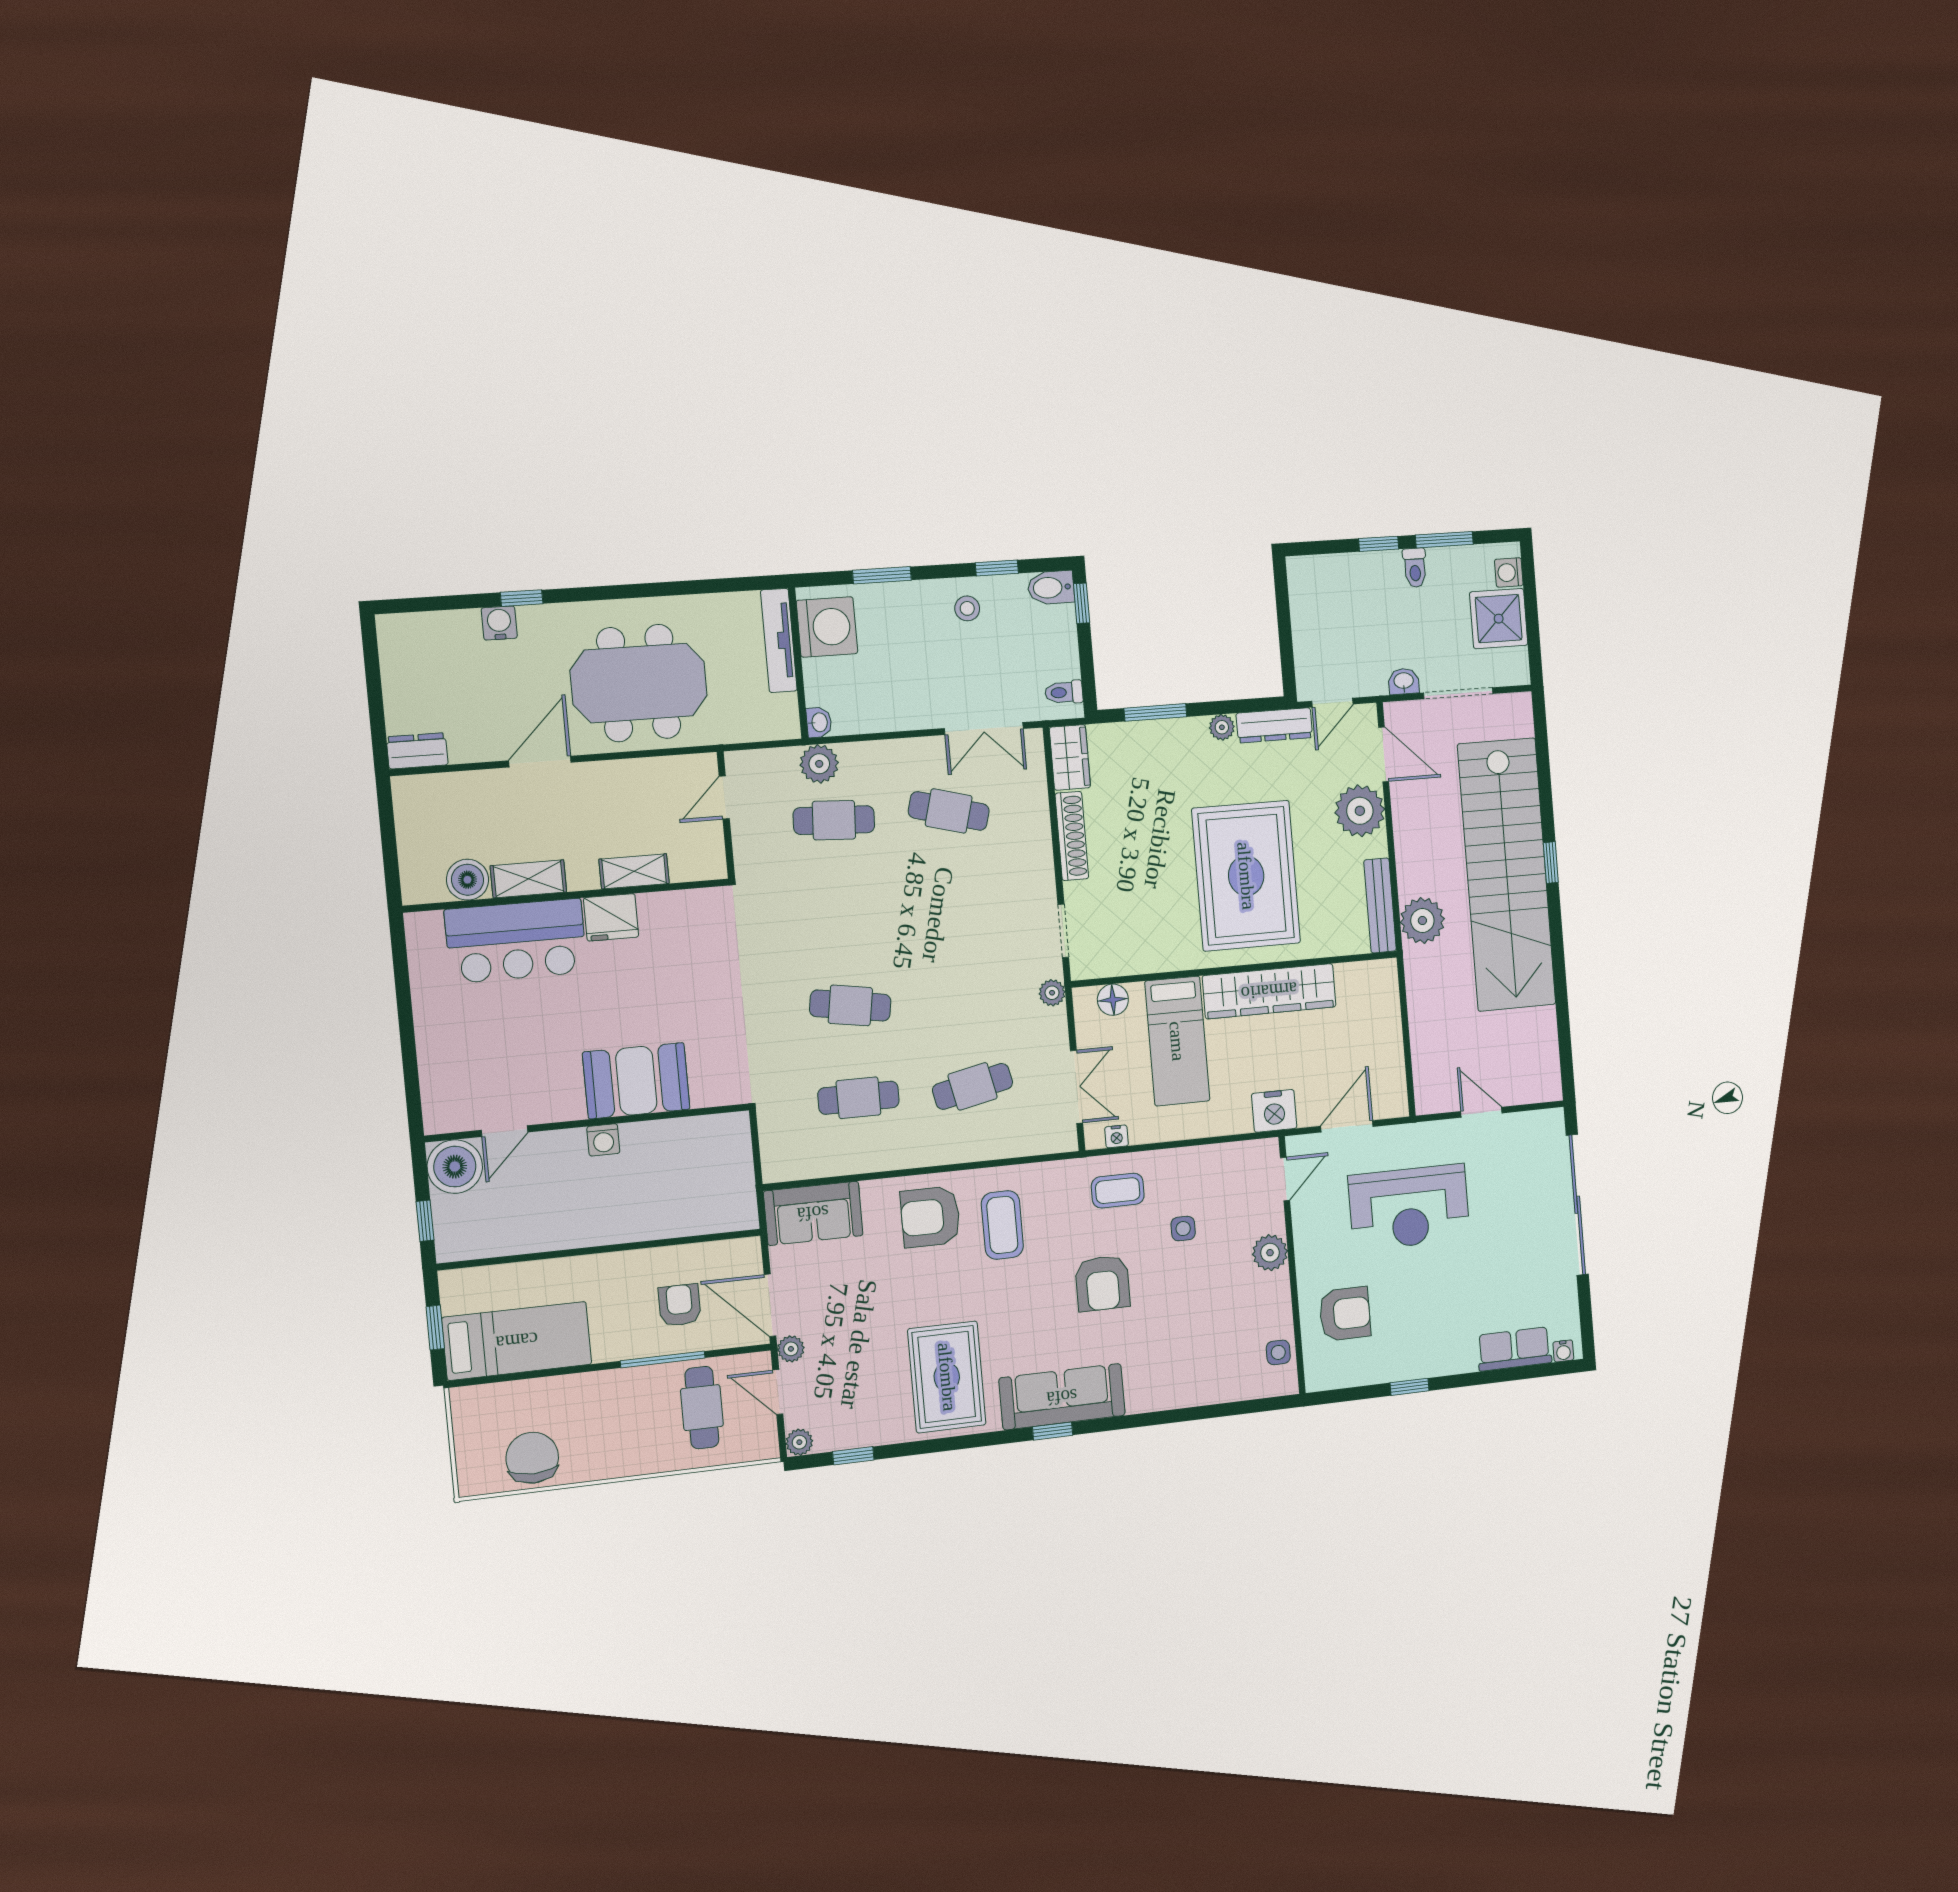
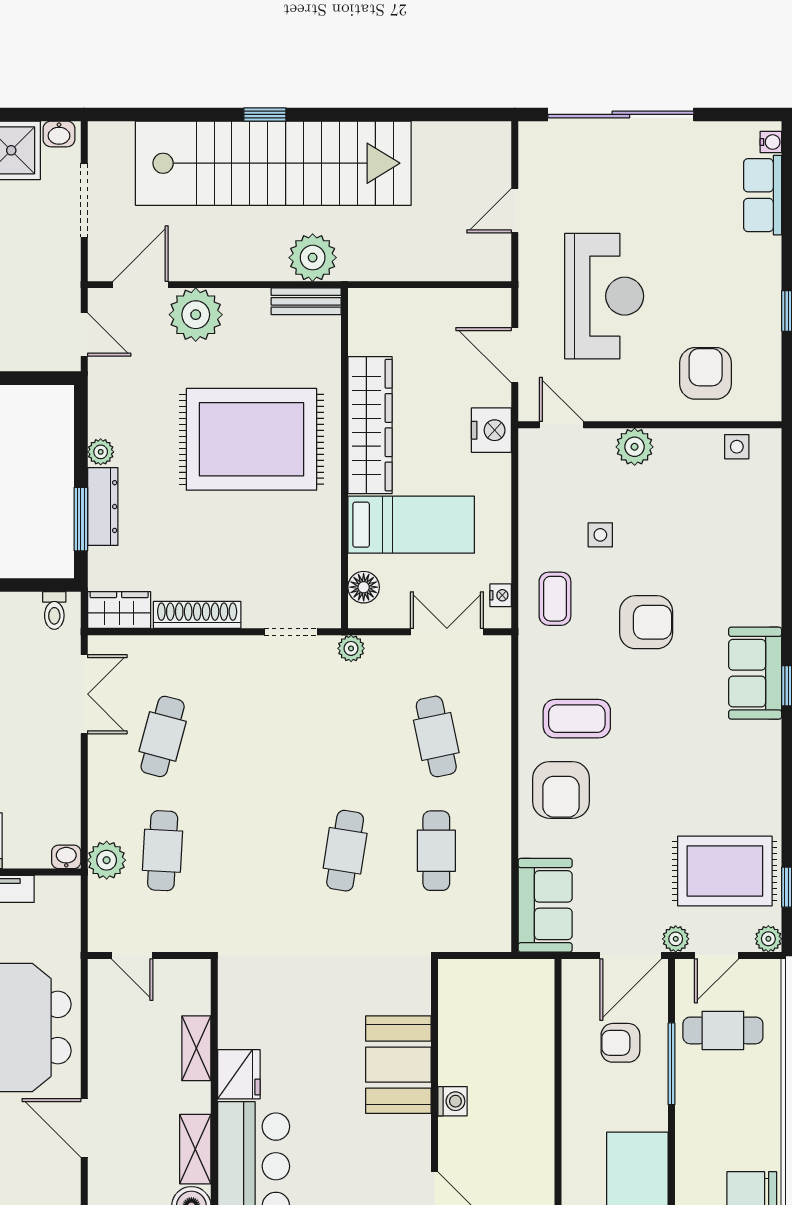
washbasin: (1404, 681) -> (59, 134), moved, turned -90
dresser: (1274, 725) -> (103, 507), moved
bench: (1380, 905) -> (306, 301), width x0.73
rug: (947, 1377) -> (725, 871), moved
sofa: (1062, 1397) -> (755, 673), width x0.73

